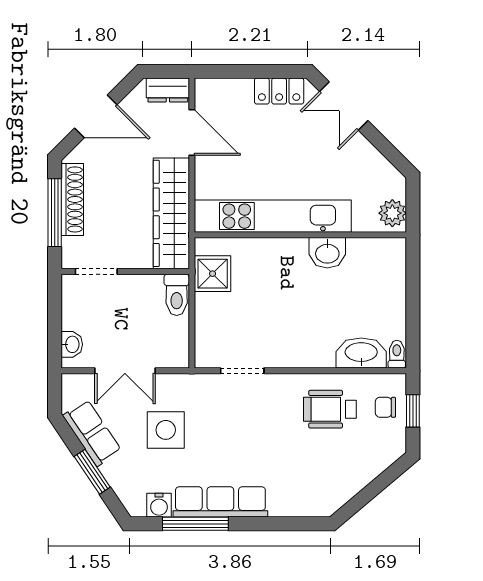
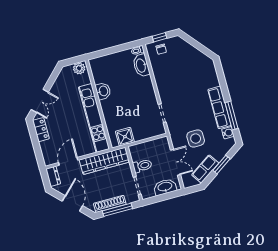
toilet: (177, 295) -> (142, 166), moved
washbasin: (72, 344) -> (165, 187), width x1.91, depth x1.45
wheelchair: (330, 409) -> (168, 72), removed

